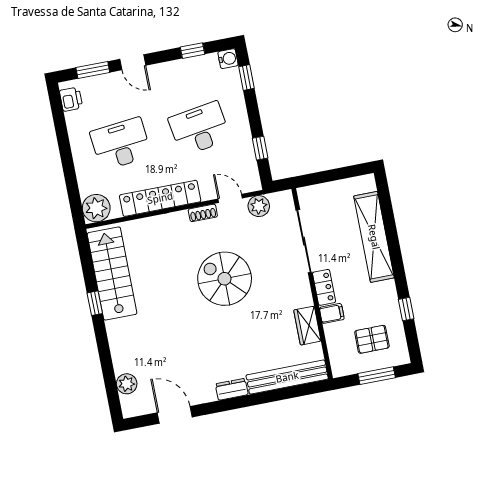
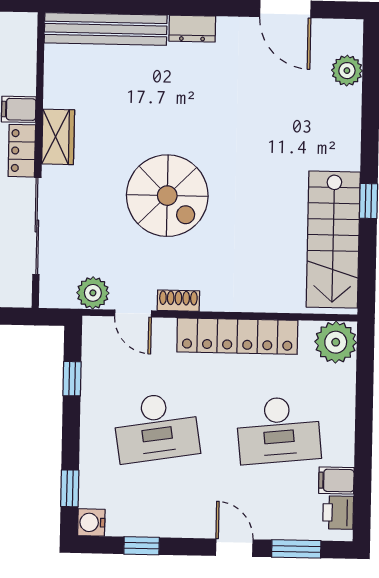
filing cabinet: (77, 119) -> (336, 480), added
wardrobe: (307, 326) -> (58, 137), moved

